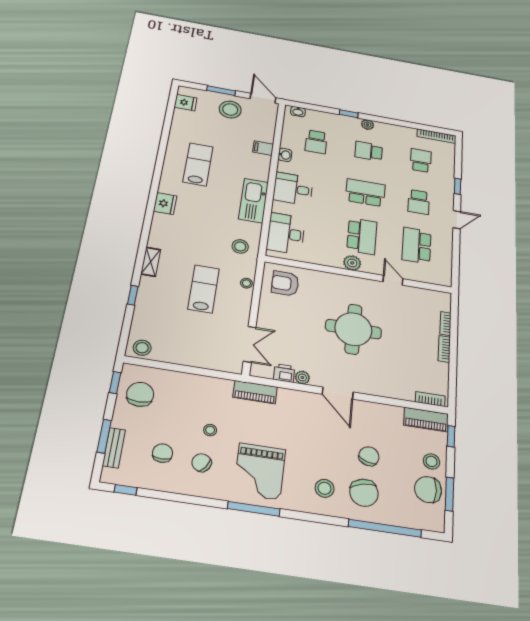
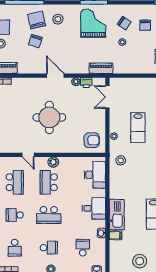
kitchen sink: (253, 201) -> (117, 215), moved
school desk: (419, 202) -> (15, 215), turned -90

